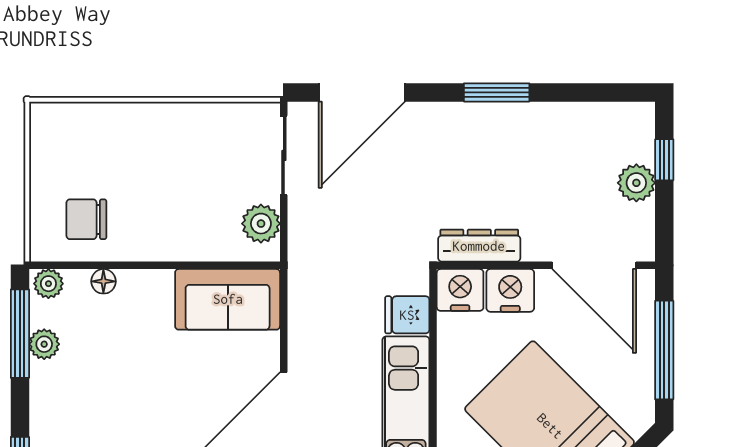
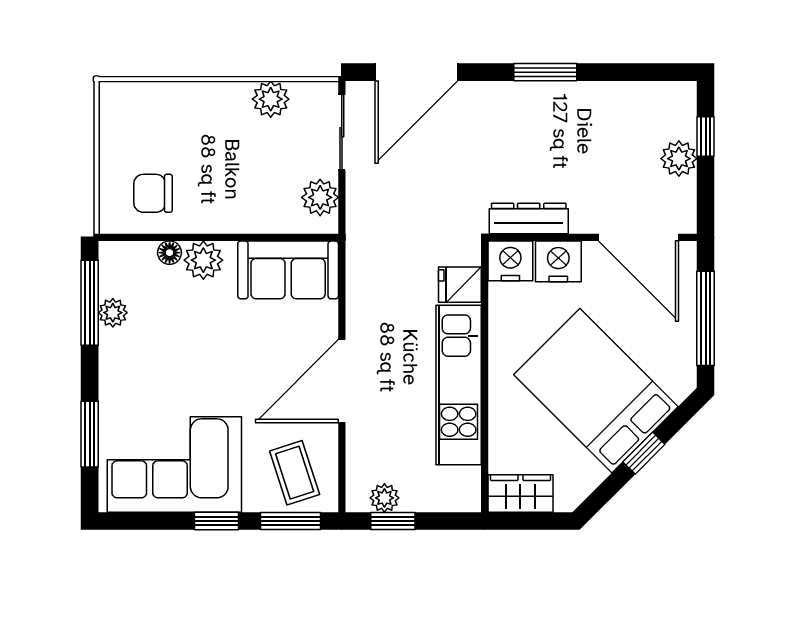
plant: (209, 121) -> (271, 99), added
plant: (48, 284) -> (203, 260), moved, width x1.38, depth x1.38

